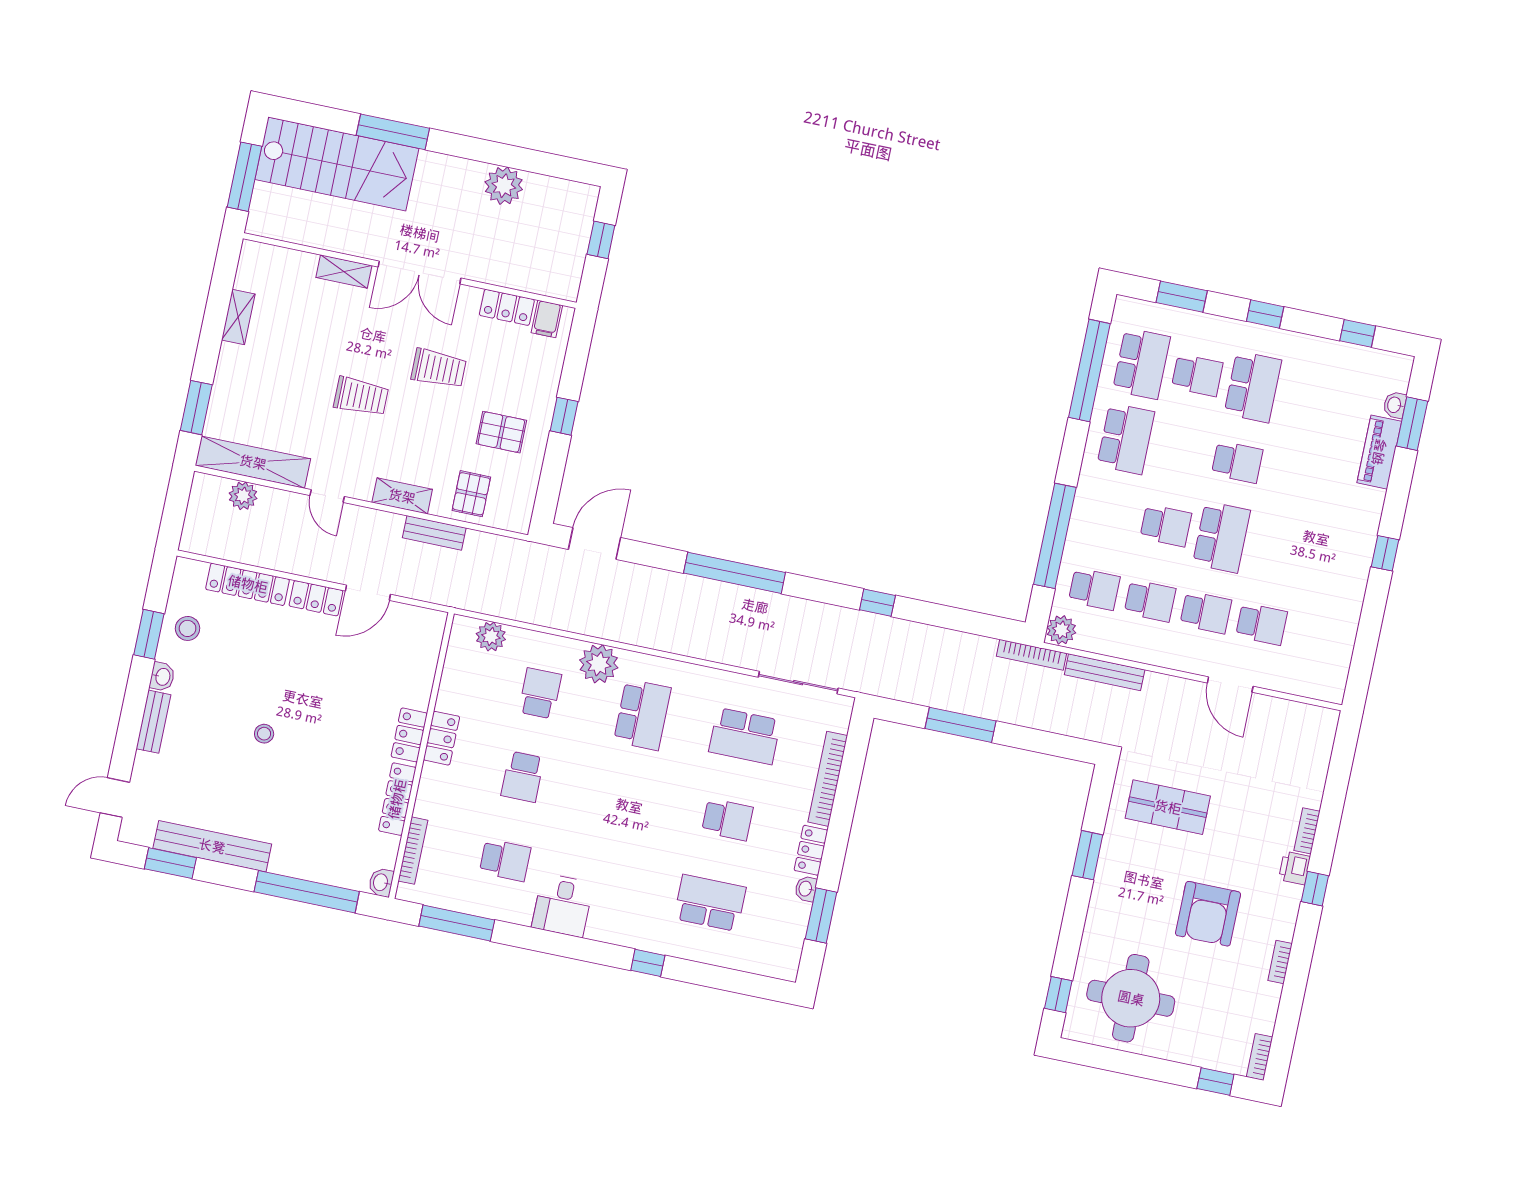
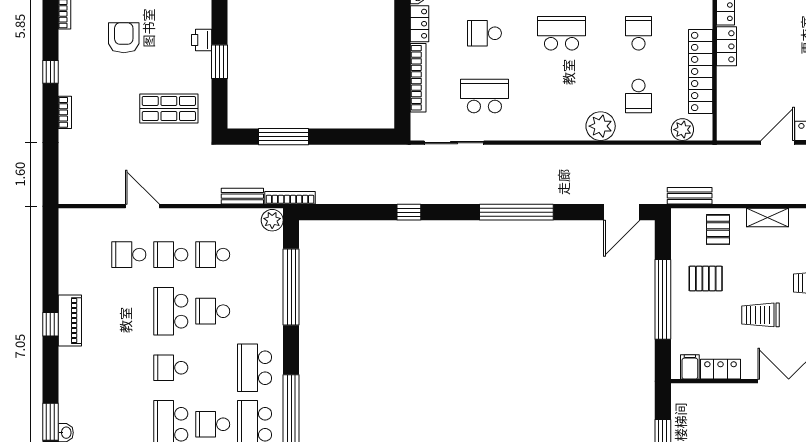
window: (564, 416) -> (663, 299), width x3.17
piano: (1379, 452) -> (70, 321), moved
bench: (434, 533) -> (690, 196), moved
school desk: (1094, 589) -> (255, 255), removed
bench: (1105, 672) -> (242, 196), width x0.73
school desk: (642, 715) -> (561, 33), moved, turned 90
window: (961, 725) -> (284, 137), moved
locker: (442, 738) -> (701, 71), width x2.16, depth x1.21
printer: (1294, 868) -> (202, 40), moved, turned 180
armchair: (1208, 914) -> (124, 38), width x0.73, depth x0.73

